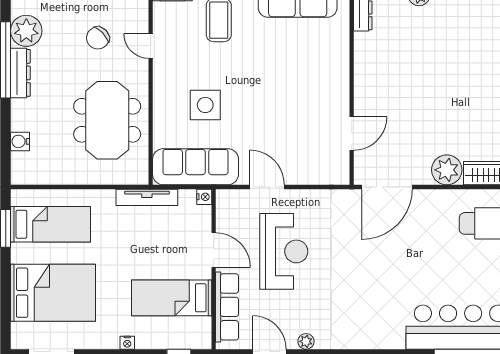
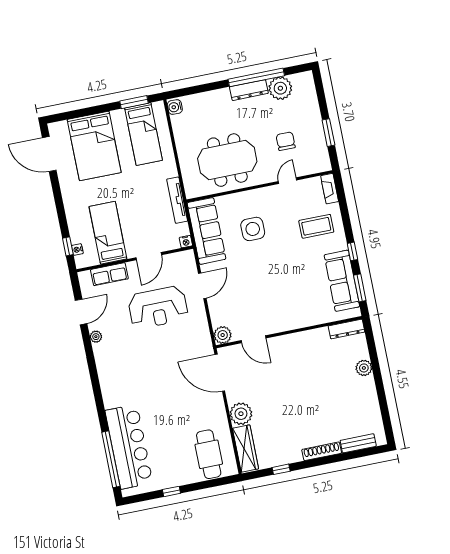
chair: (98, 38) -> (286, 141), turned 44
water cooler: (20, 141) -> (175, 107), moved, turned -90
plant: (338, 173) -> (223, 335), added
row of seats: (227, 307) -> (109, 274), width x0.68
nightstand: (127, 343) -> (77, 250), moved

